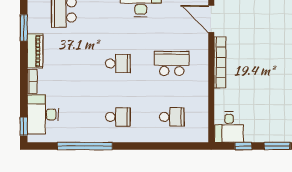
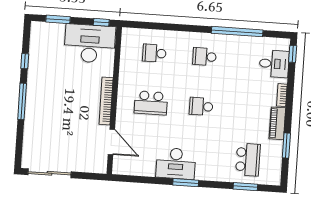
desk: (43, 114) -> (274, 64), width x0.73
desk: (229, 127) -> (90, 44), width x1.87, depth x1.30
window: (243, 146) -> (101, 22), moved

